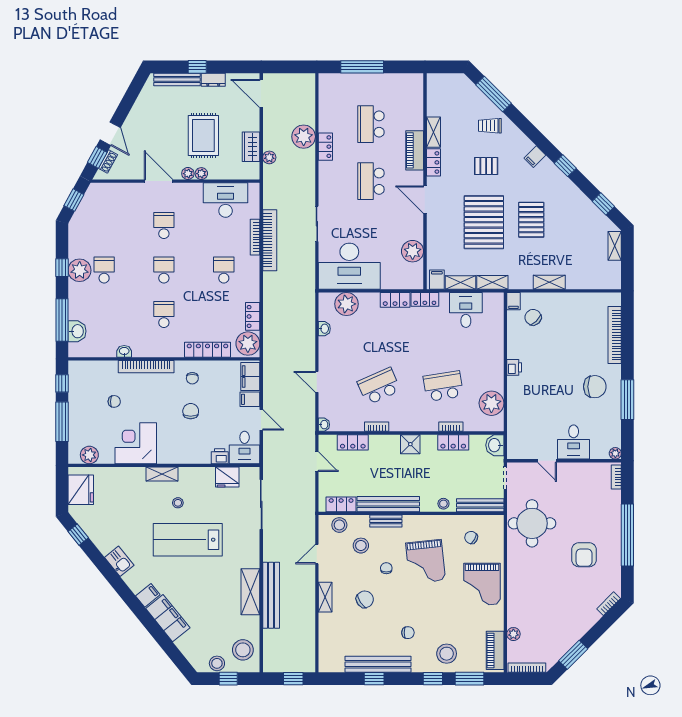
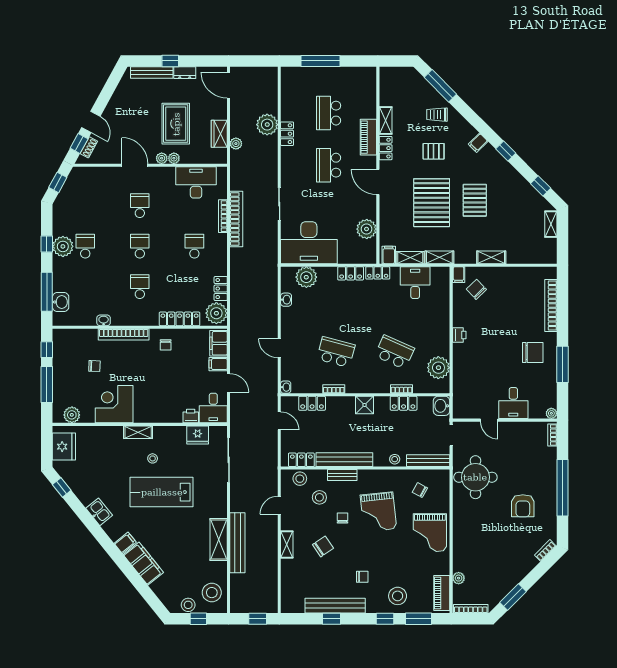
school desk: (379, 386) -> (336, 352), turned 39
school desk: (443, 386) -> (395, 352), turned 33
chair: (191, 411) -> (164, 375), removed

